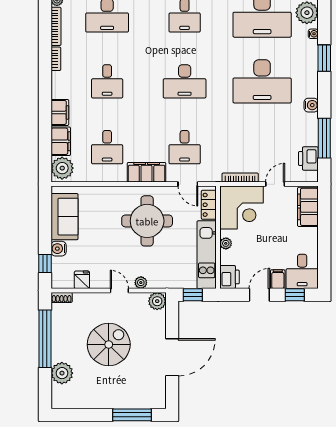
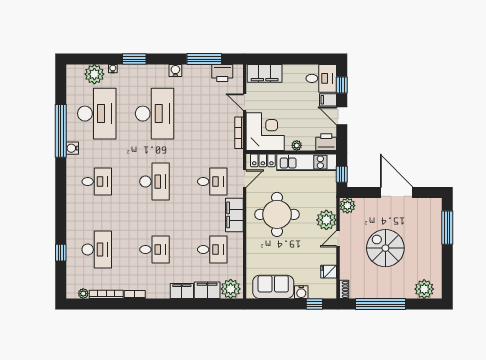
plant: (141, 283) -> (326, 220), width x1.87, depth x1.87
plant: (62, 373) -> (424, 289), moved

